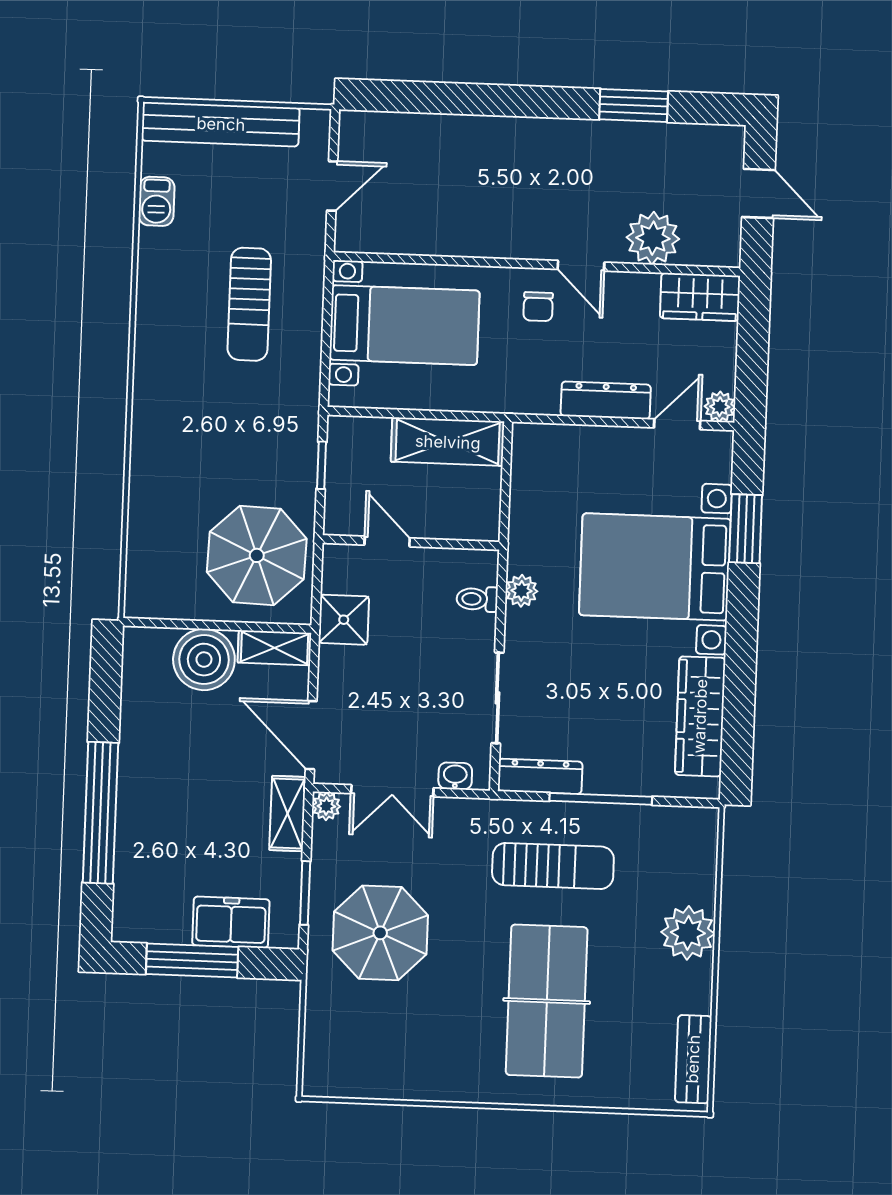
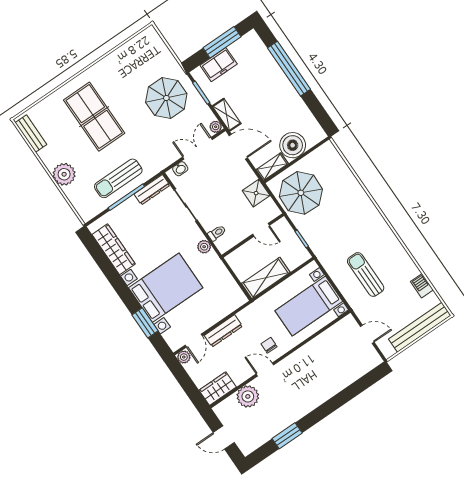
door: (332, 186) -> (367, 334), swing flipped
sun lounger: (553, 866) -> (118, 178), moved

